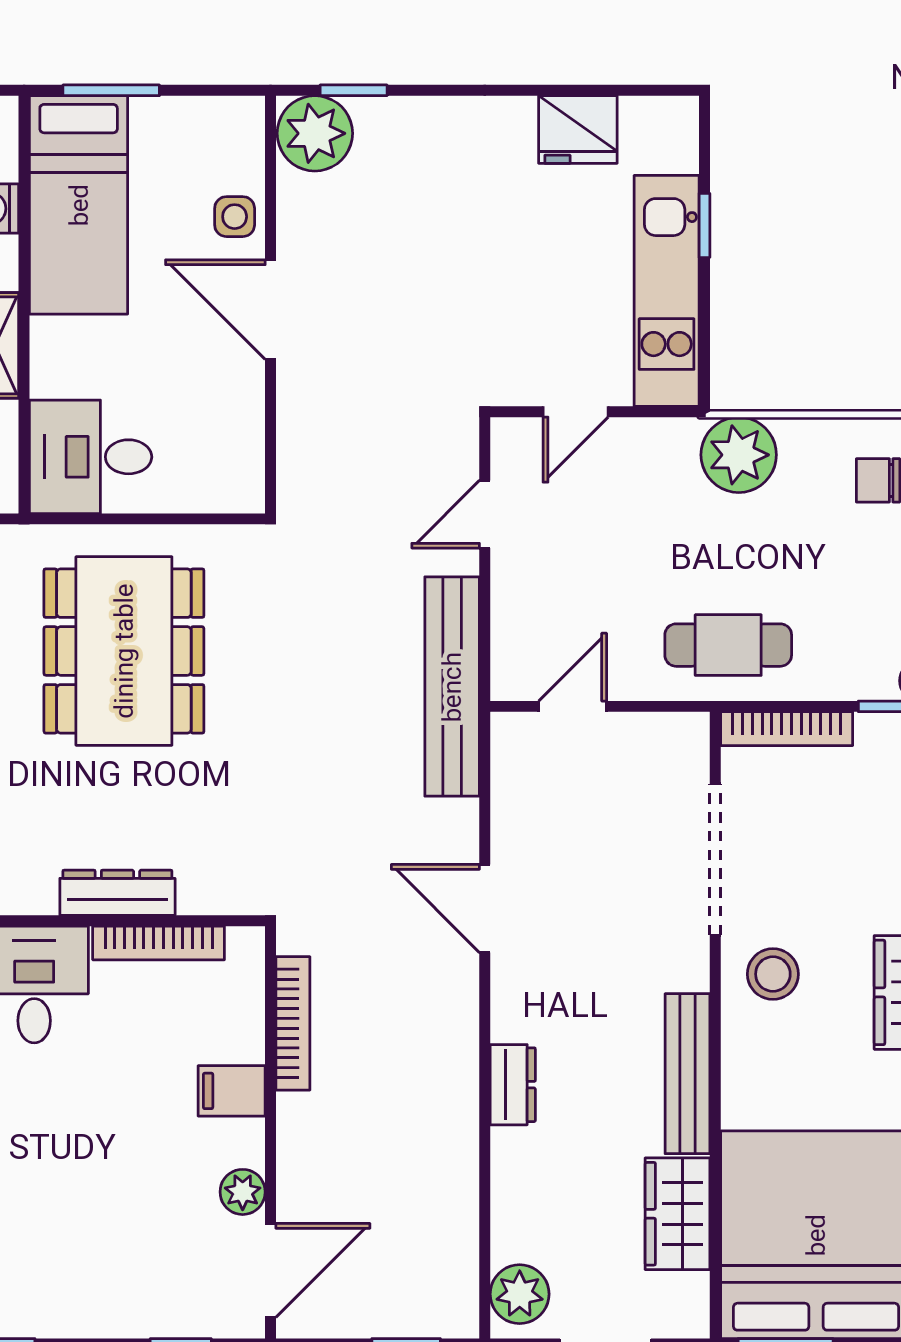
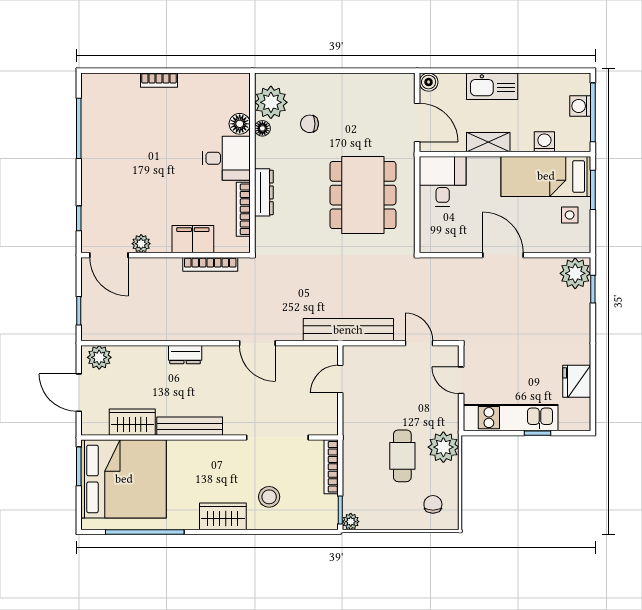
side table: (235, 217) -> (570, 215), moved
door: (271, 310) -> (503, 255), hinge flipped
cafe table: (728, 645) -> (402, 456), moved
dining table: (124, 651) -> (363, 195), turned 90
door: (573, 706) -> (340, 379), swing flipped
door: (485, 909) -> (257, 343), swing flipped
stool: (773, 974) -> (269, 497), moved
filing cabinet: (232, 1091) -> (193, 239), width x2.00

